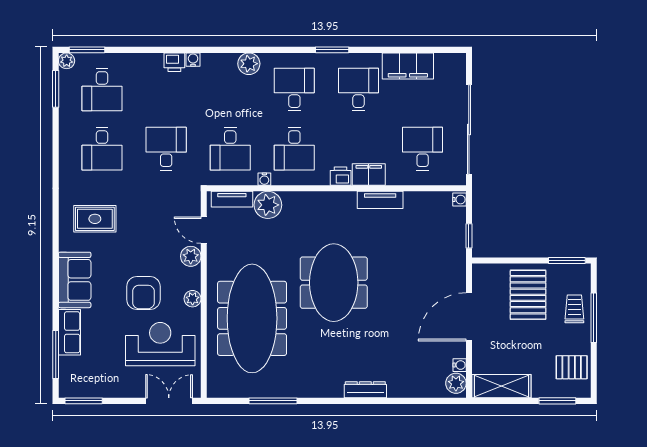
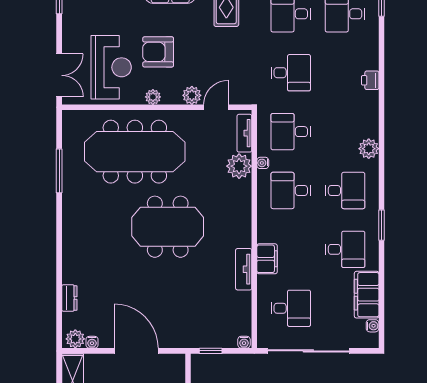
water cooler: (193, 60) -> (373, 326), moved
printer: (341, 176) -> (266, 233), removed
dresser: (365, 390) -> (69, 298), moved, width x0.70

